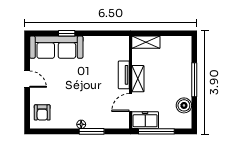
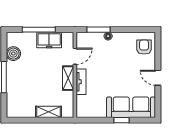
tv unit: (124, 75) -> (81, 82), moved
shelving: (138, 79) -> (68, 78), moved
wall: (131, 82) -> (75, 75), moved
door: (131, 102) -> (75, 56), moved

